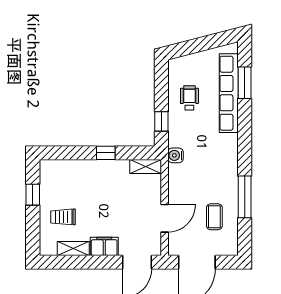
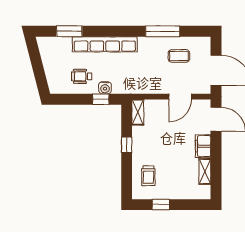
row of seats: (229, 93) -> (105, 44), moved
water cooler: (176, 155) -> (105, 88), moved
trolley: (63, 217) -> (148, 176), moved
door: (165, 218) -> (180, 97), swing flipped

